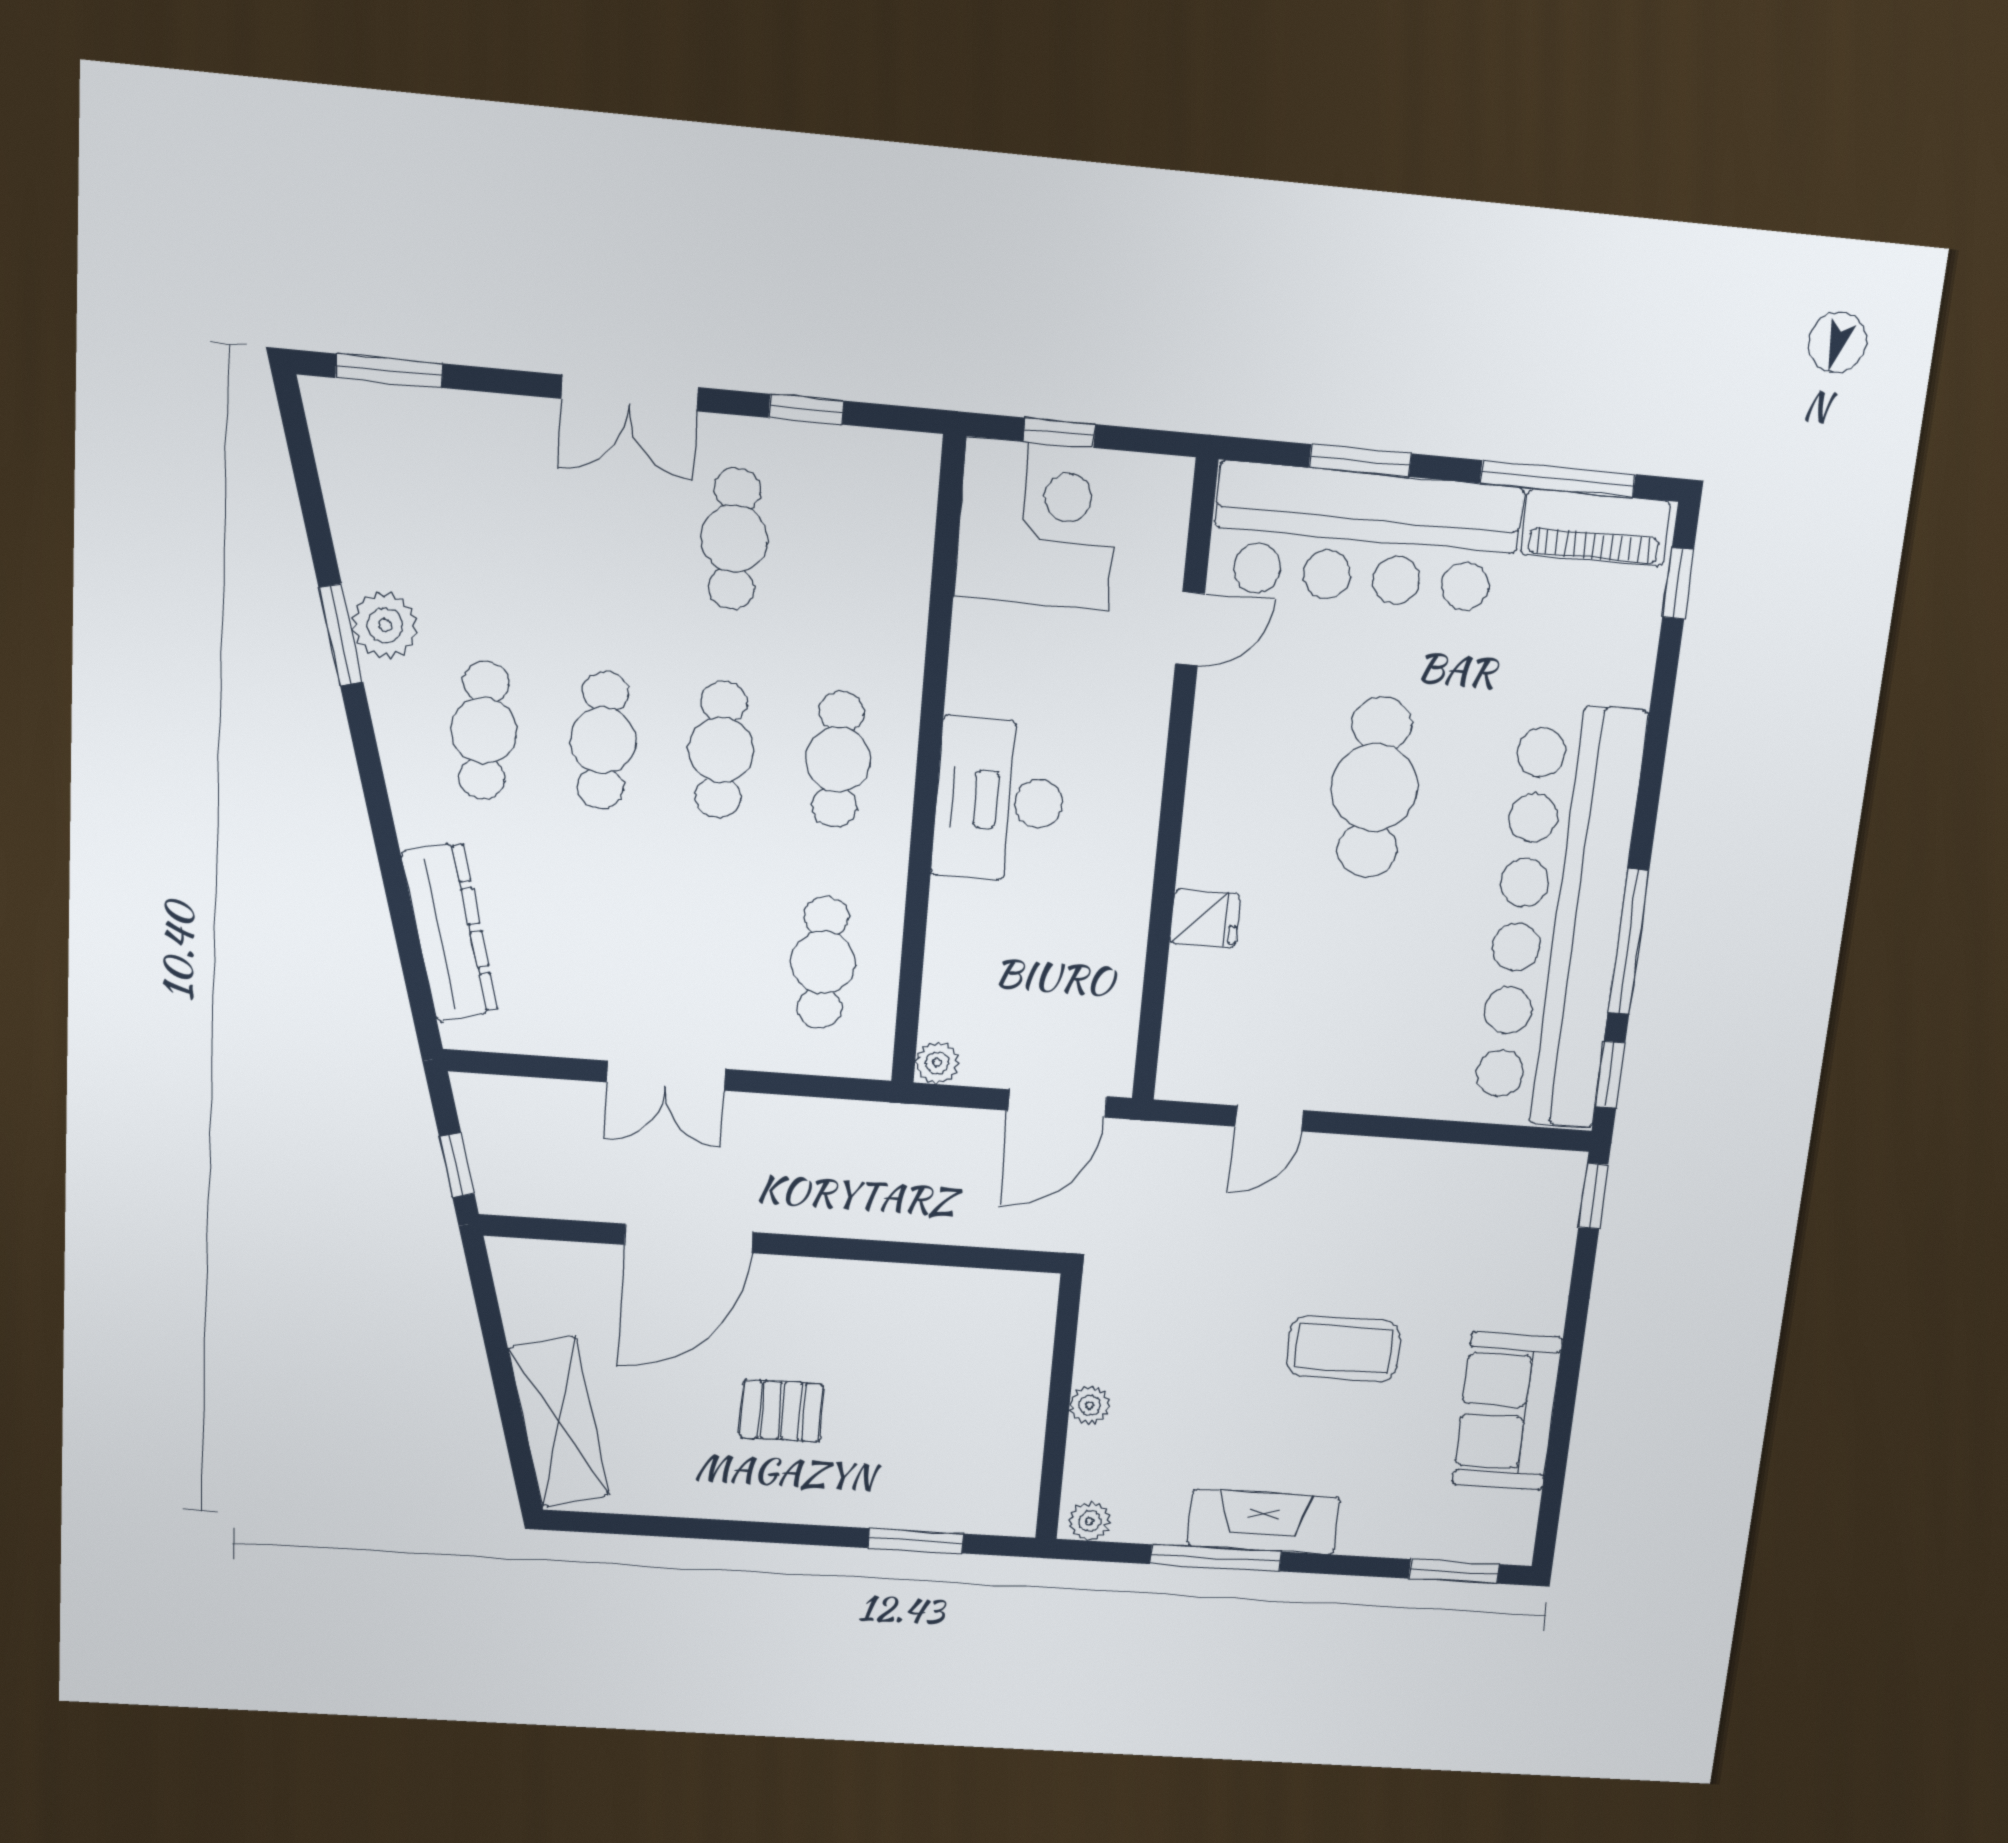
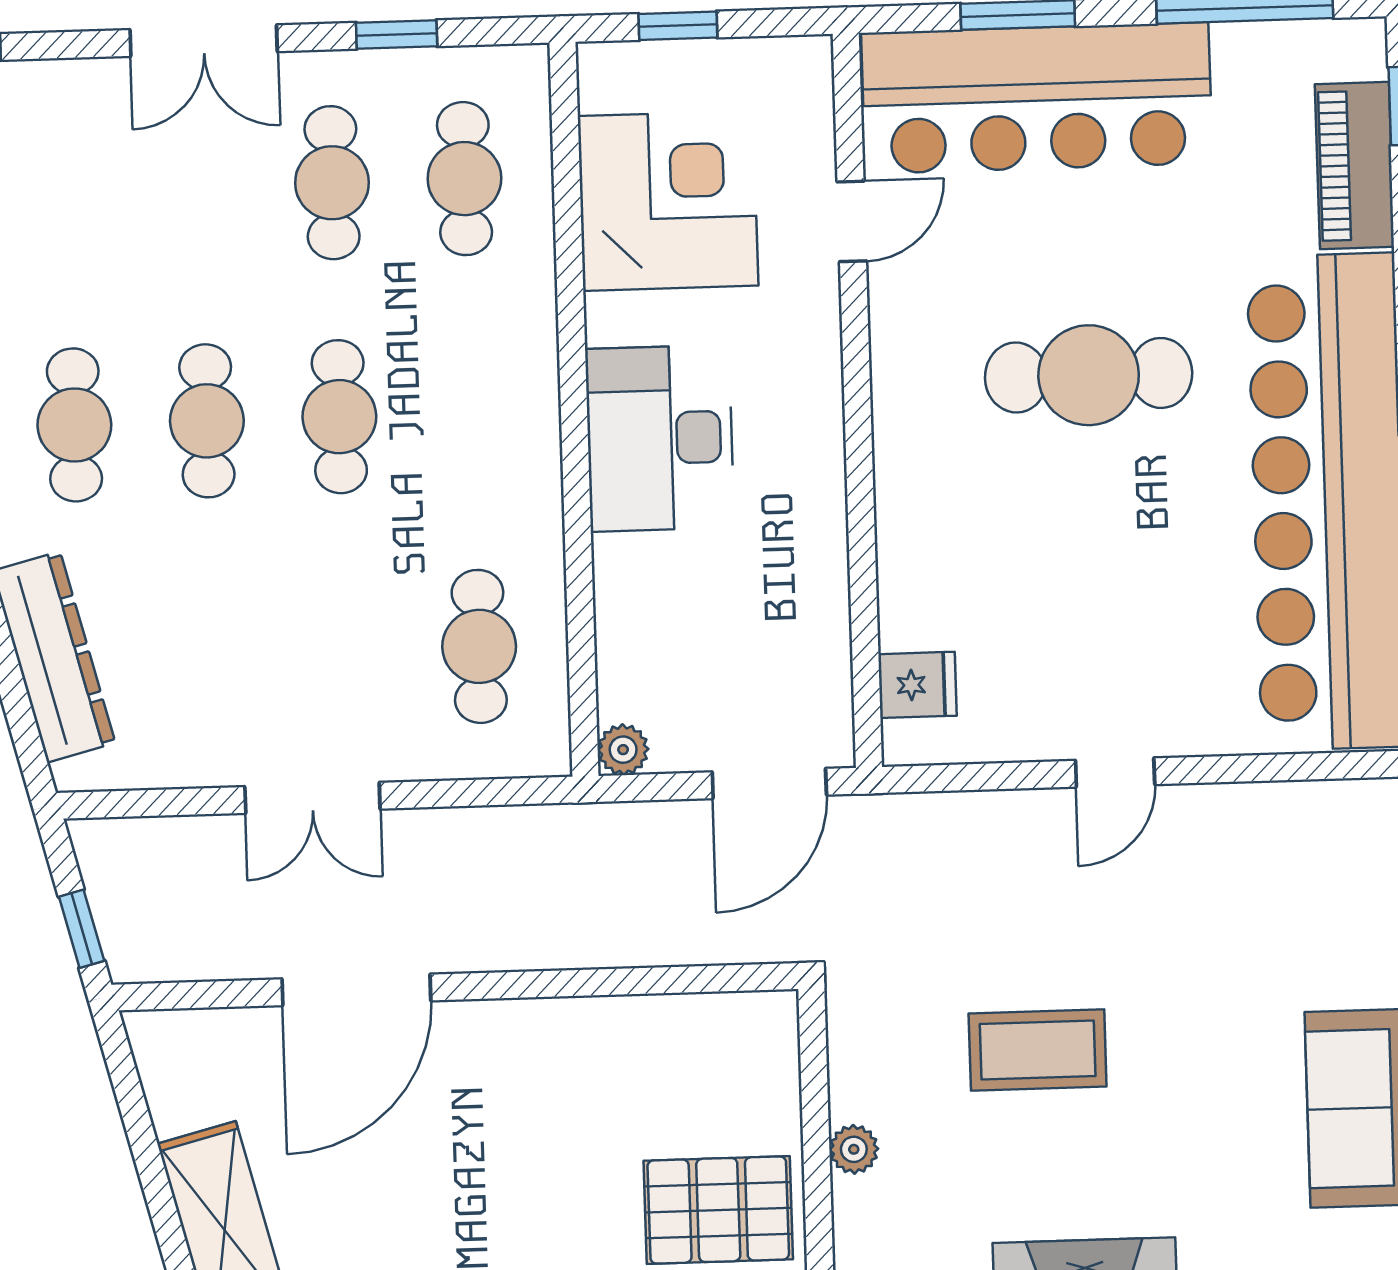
corner desk: (1038, 524) -> (668, 201), moved
piano: (1596, 528) -> (1354, 166), moved, turned 90
cafe table: (838, 759) -> (464, 179), moved
cafe table: (1375, 787) -> (1089, 375), turned 90
fridge: (1205, 918) -> (917, 685), moved
door: (1269, 1118) -> (1115, 773), moved
coffee table: (1344, 1349) -> (1038, 1050), moved
pallet: (781, 1411) -> (718, 1210), moved, width x1.50, depth x1.42

